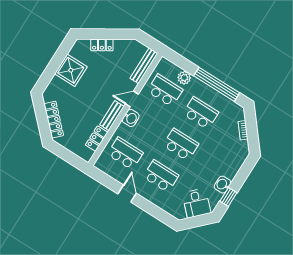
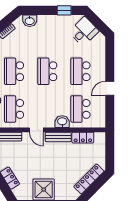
washbasin: (131, 118) -> (62, 122), moved
washbasin: (223, 185) -> (30, 21), moved

